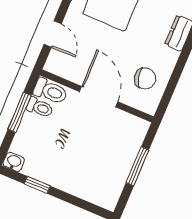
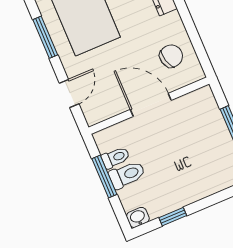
door: (53, 34) -> (69, 93), hinge flipped
toilet: (50, 91) -> (127, 175), moved

